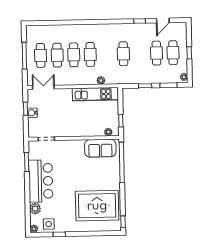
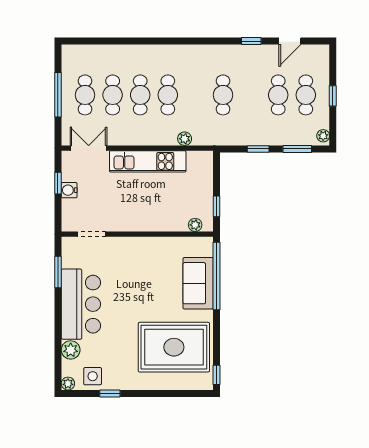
kitchen unit: (95, 94) -> (148, 161), moved
sofa: (100, 148) -> (198, 283), moved, turned 90

